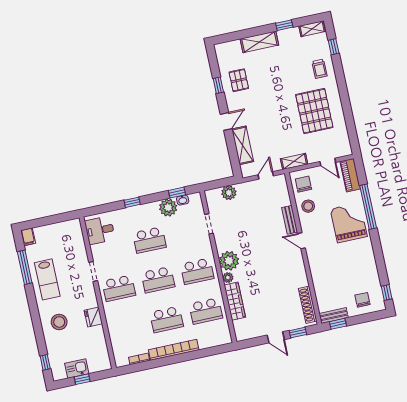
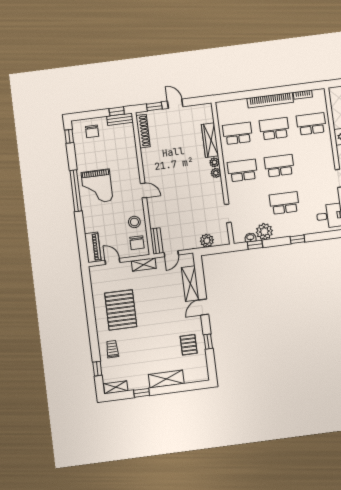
window: (368, 207) -> (76, 191), moved
bench: (290, 220) -> (157, 241), moved
grand piano: (349, 223) -> (97, 187), moved
plant: (229, 261) -> (216, 173), width x0.53, depth x0.53
school desk: (119, 288) -> (311, 124), moved

